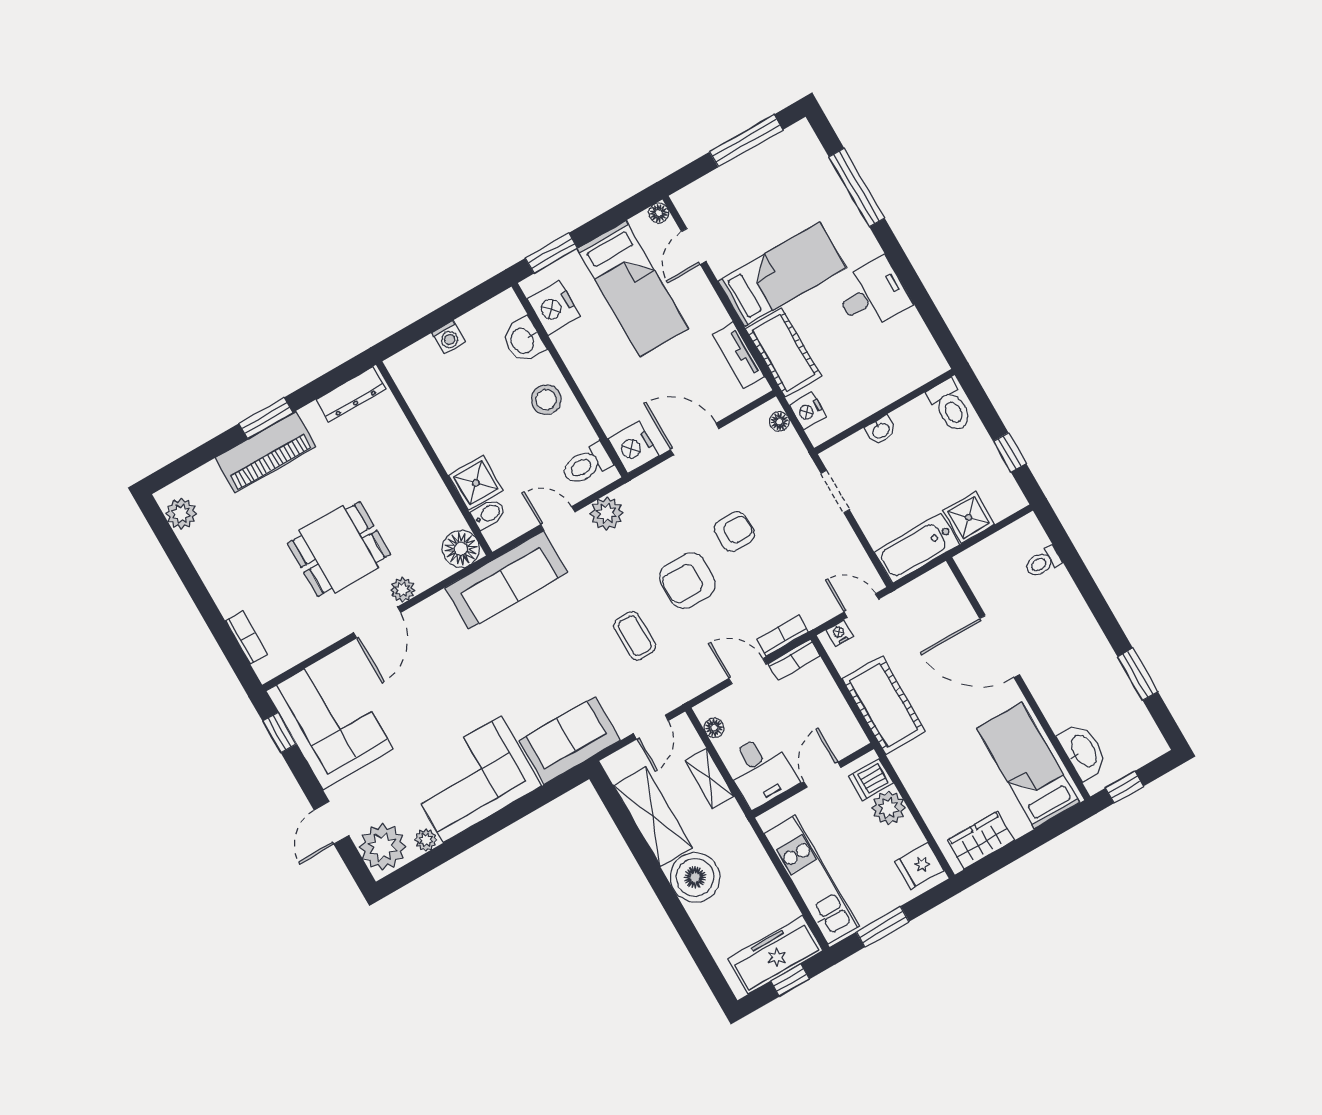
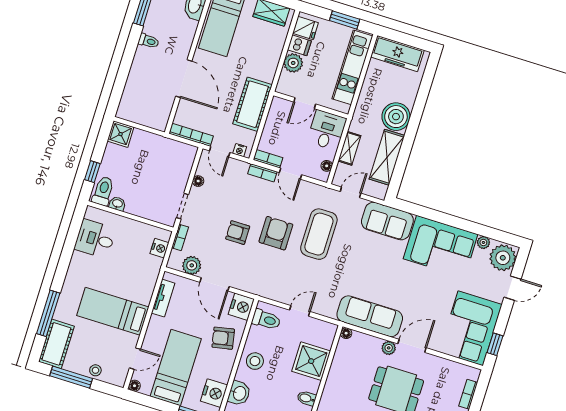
stool: (726, 181) -> (95, 370), added
desk: (872, 294) -> (95, 239), moved
cot: (783, 353) -> (56, 344), moved
armchair: (614, 386) -> (223, 338), added
floor lamp: (779, 421) -> (198, 181), moved
washbasin: (881, 430) -> (117, 204), moved
bookcase: (797, 451) -> (180, 237), added
window: (1010, 452) -> (92, 172), moved
shower: (476, 483) -> (311, 361), width x1.36, depth x1.36
plant: (606, 513) -> (192, 265), moved
bidet: (488, 514) -> (307, 398), moved
door: (558, 518) -> (300, 311), swing flipped
shower: (969, 518) -> (121, 134), moved
bathtub: (917, 548) -> (175, 151), removed
floor lamp: (461, 549) -> (346, 333), width x0.53, depth x0.53
toilet: (1043, 562) -> (148, 41), moved
sofa: (506, 580) -> (370, 316), moved
armchair: (687, 581) -> (276, 233), turned -90
bookcase: (918, 588) -> (191, 135), added
coffee table: (635, 636) -> (319, 234), width x1.86, depth x1.72
dishwasher: (871, 780) -> (299, 45), moved
window: (790, 980) -> (402, 38), removed

